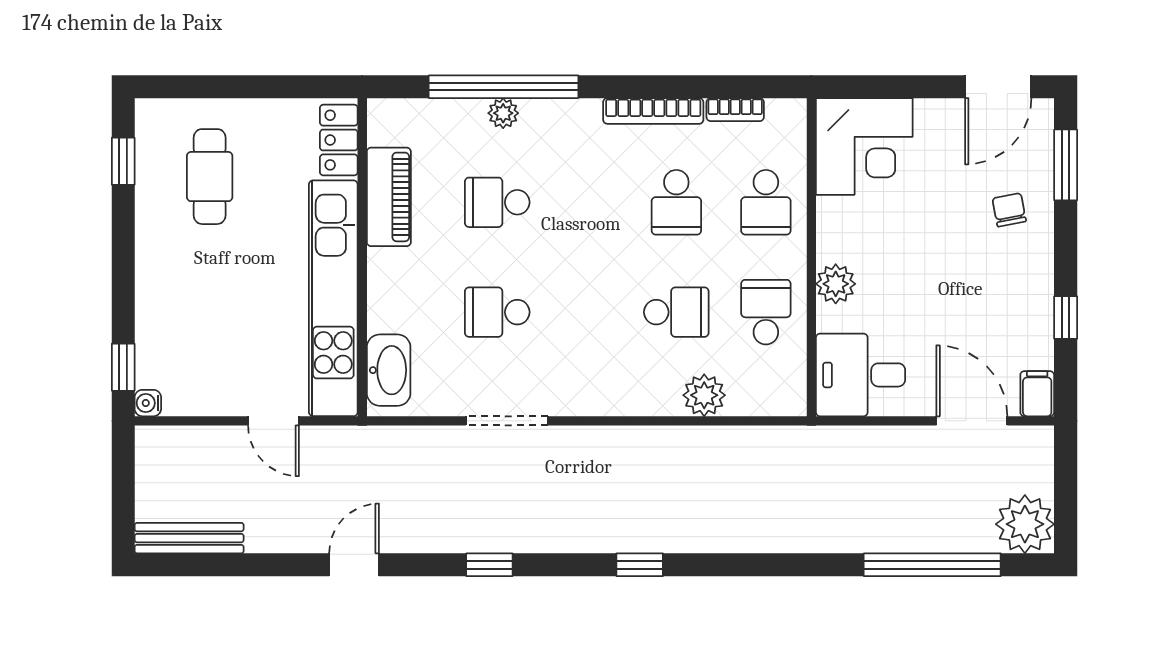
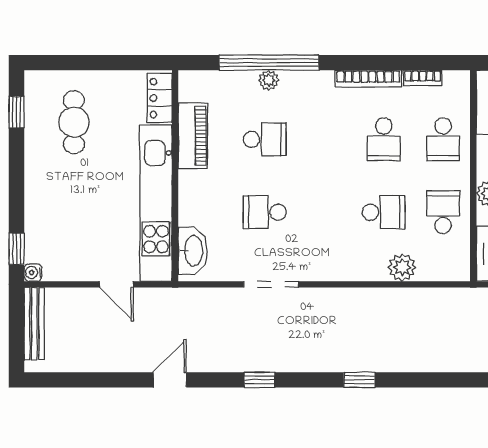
school desk: (497, 202) -> (265, 139), turned 180
bench: (189, 538) -> (34, 324), moved, turned 90

